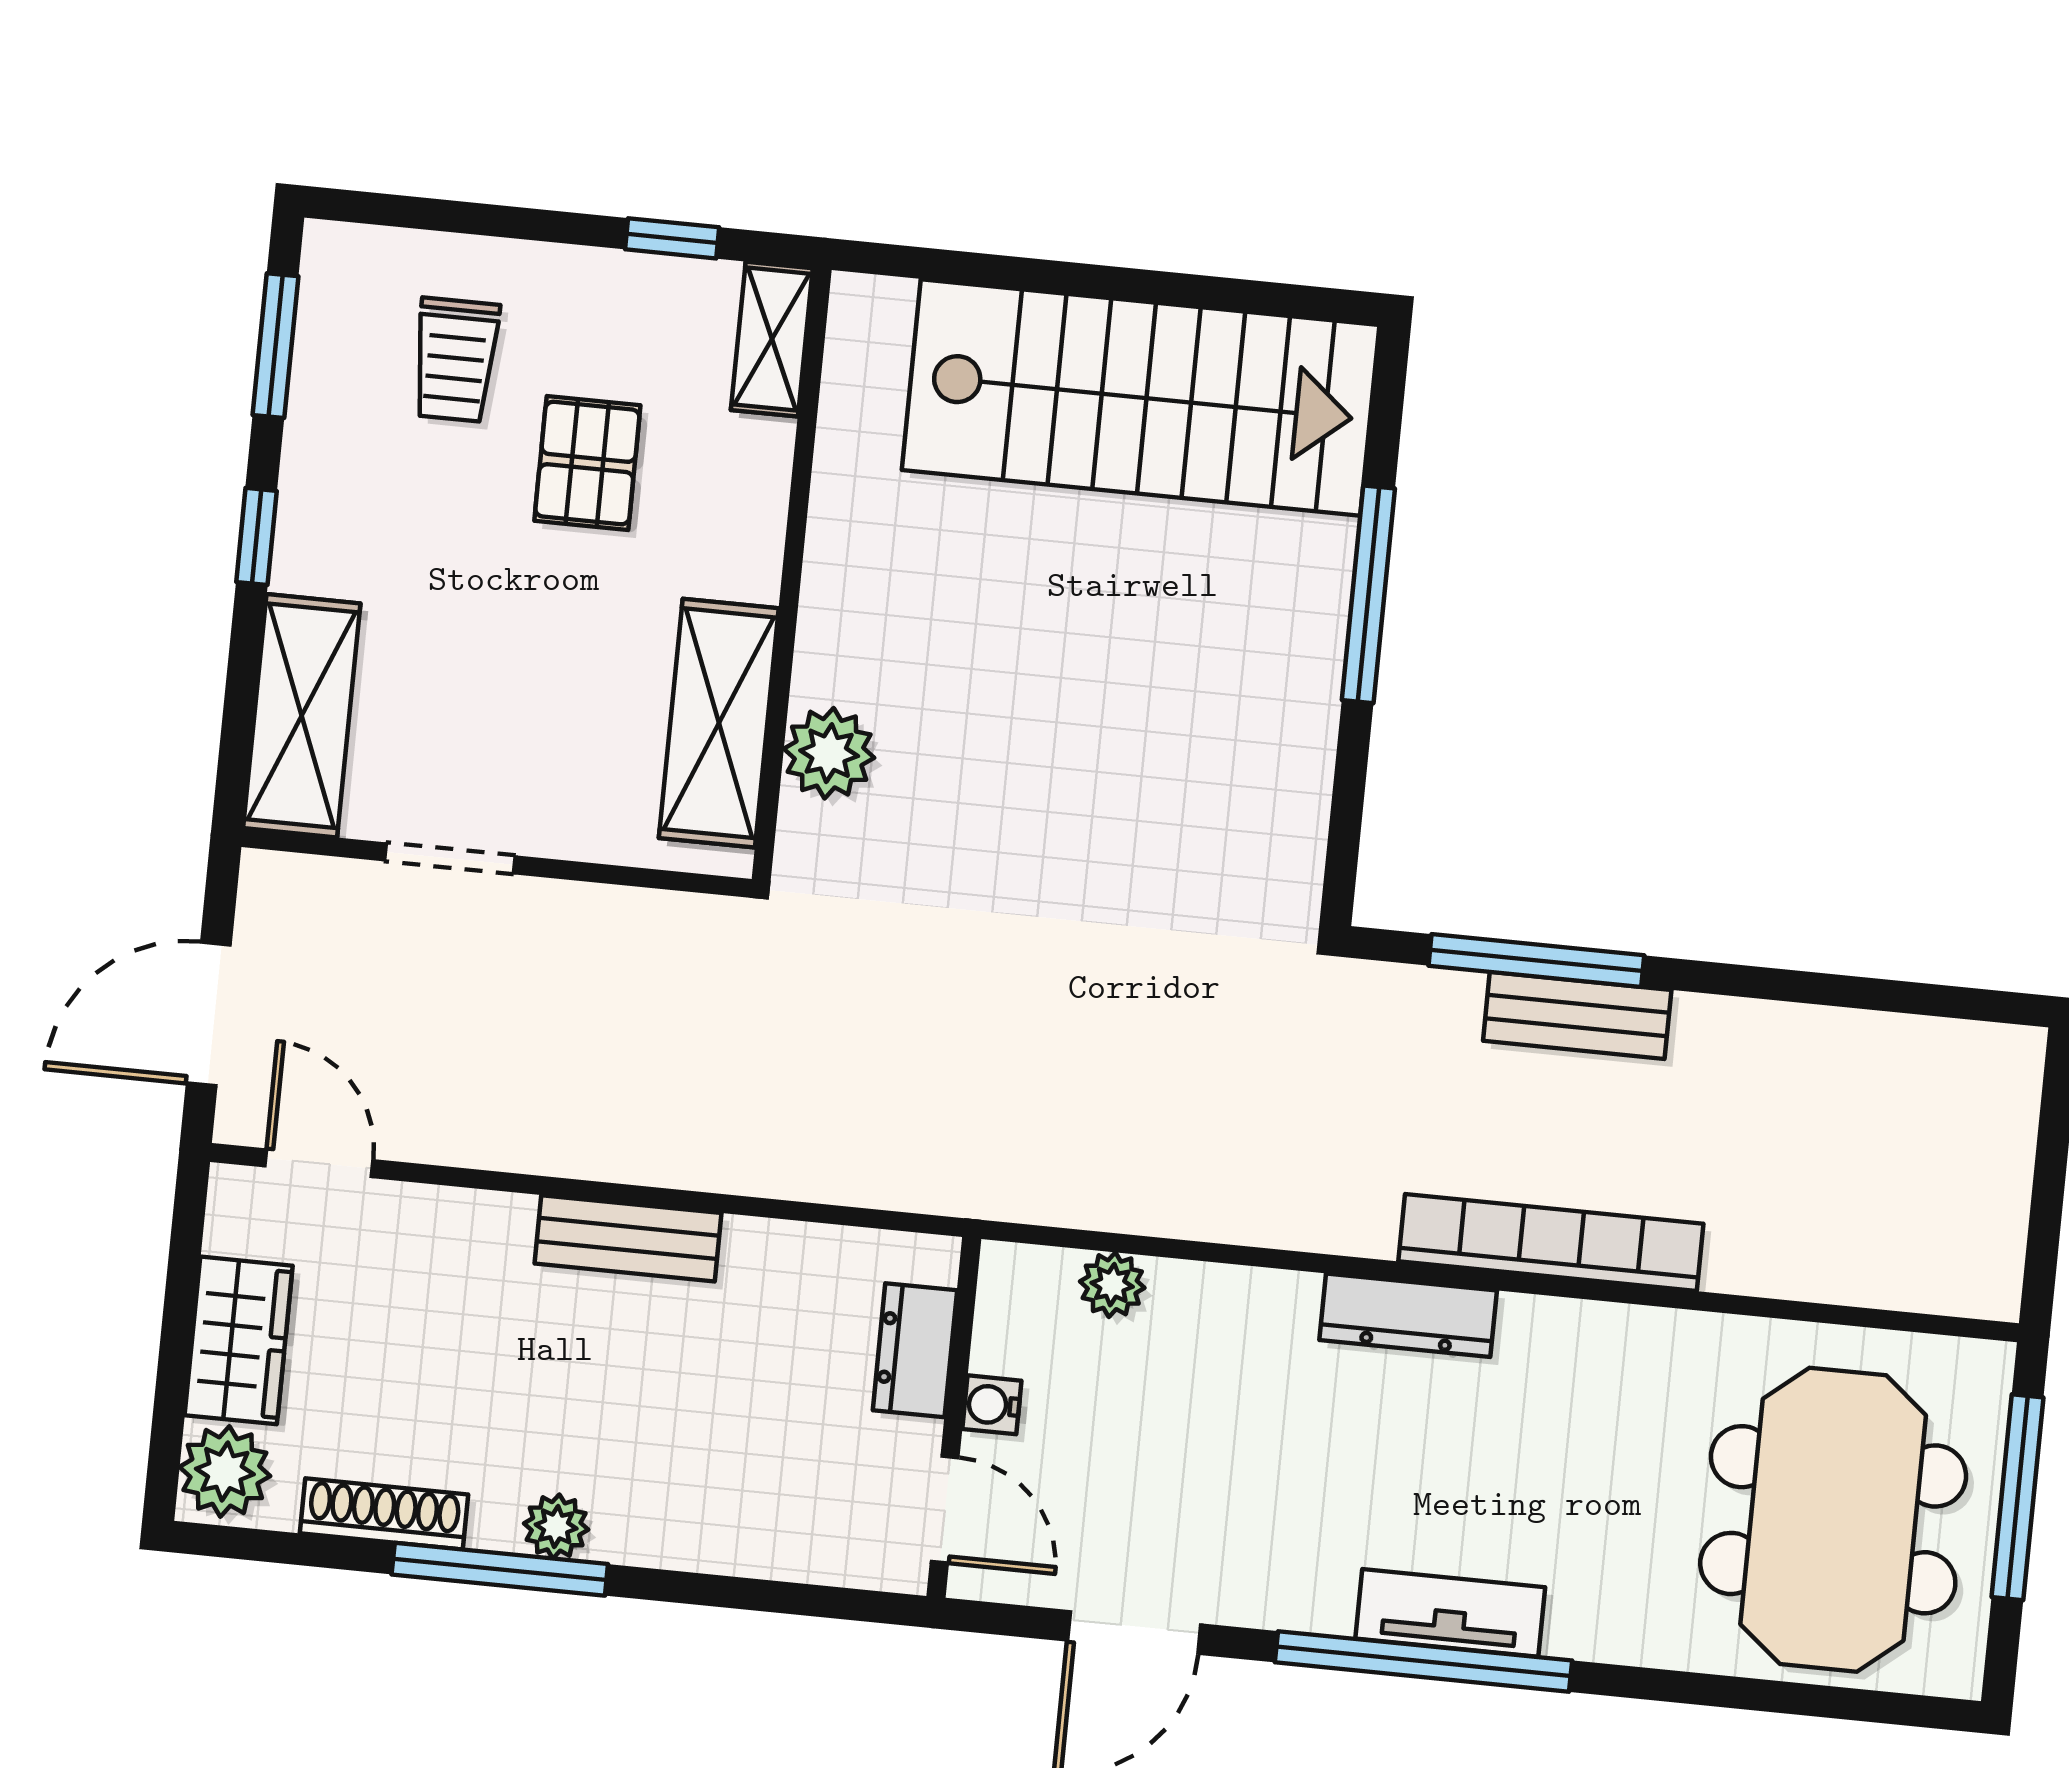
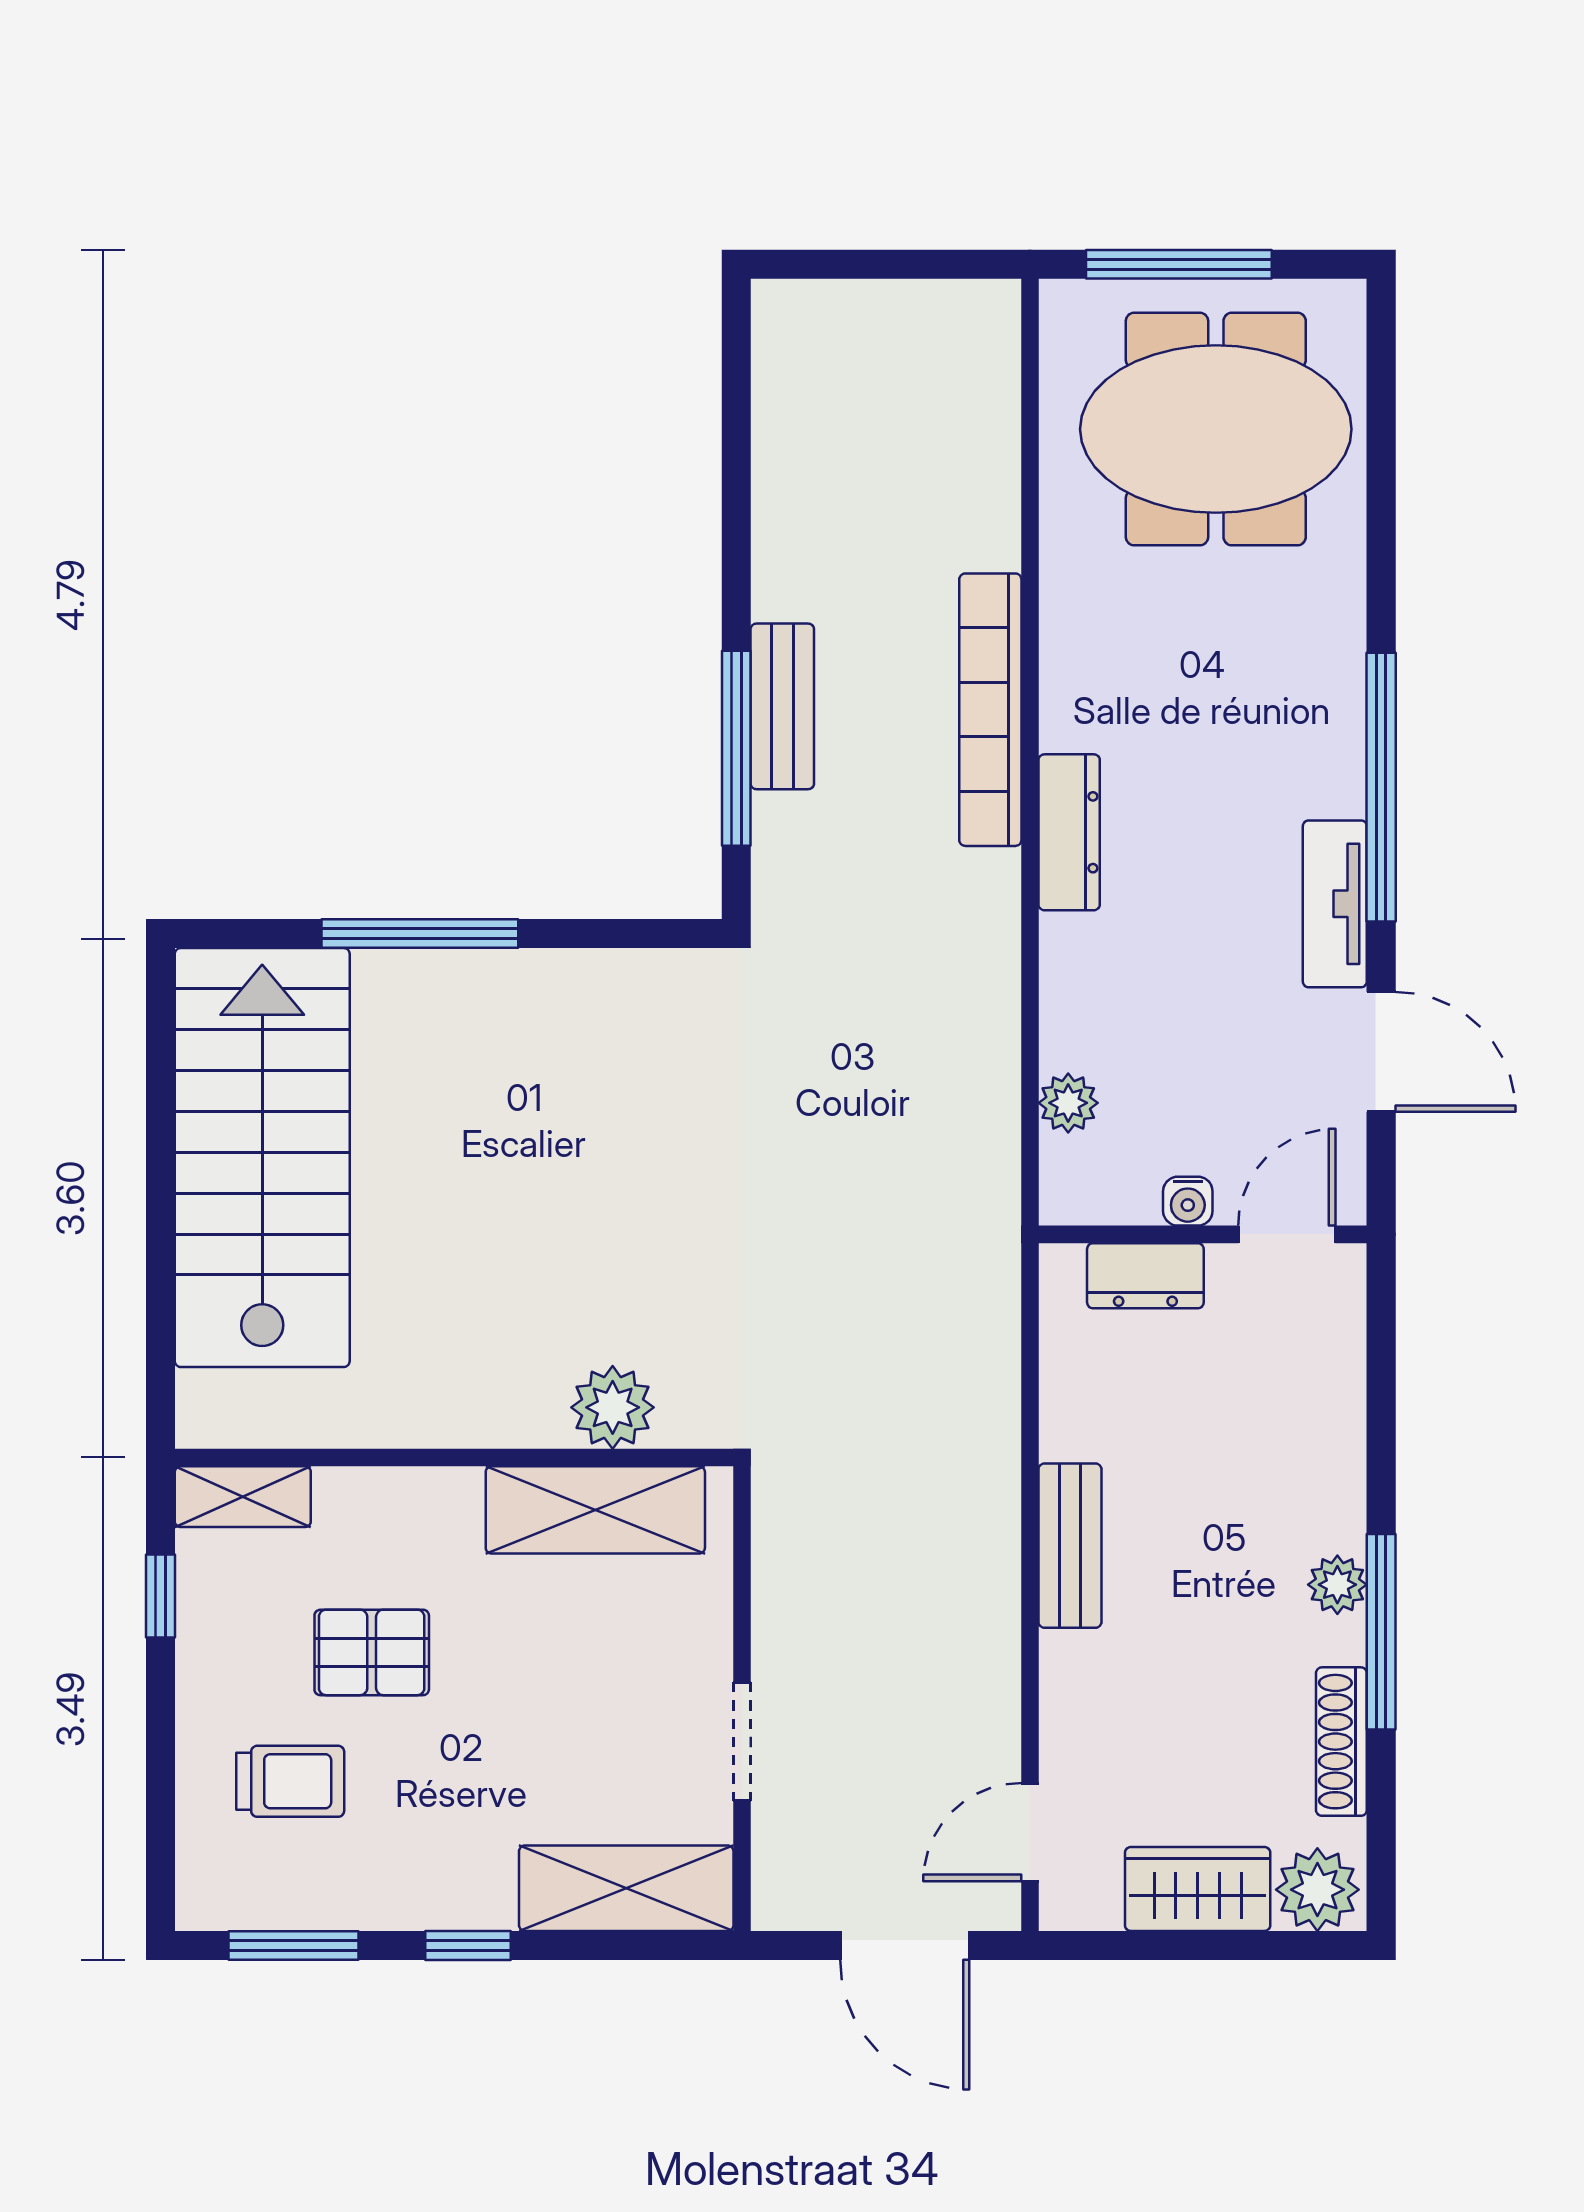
tv unit: (1450, 1613) -> (1335, 904), moved

